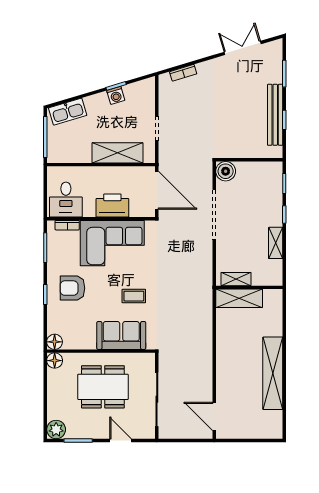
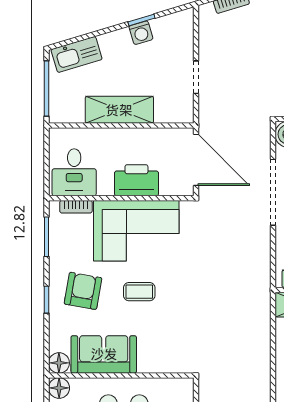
shelving: (117, 153) -> (119, 110), moved
armchair: (72, 288) -> (83, 291), turned 100
coffee table: (134, 296) -> (139, 292), moved
sofa: (121, 335) -> (104, 354), moved

